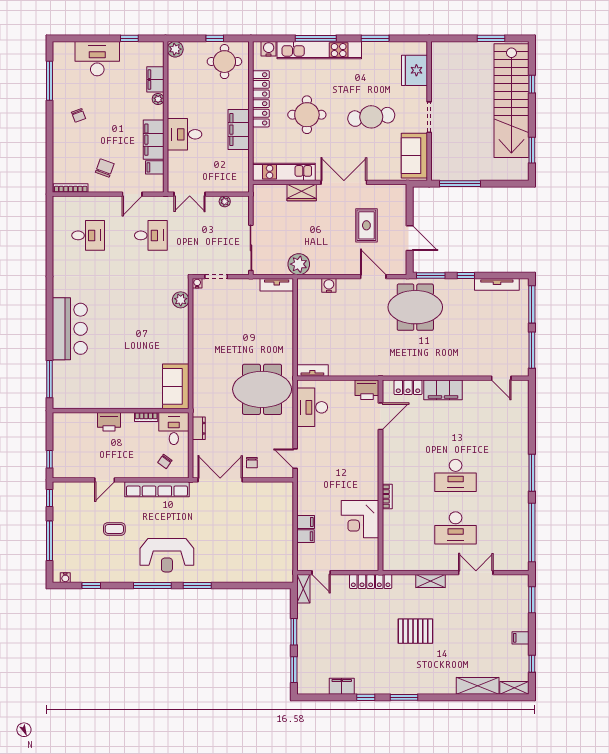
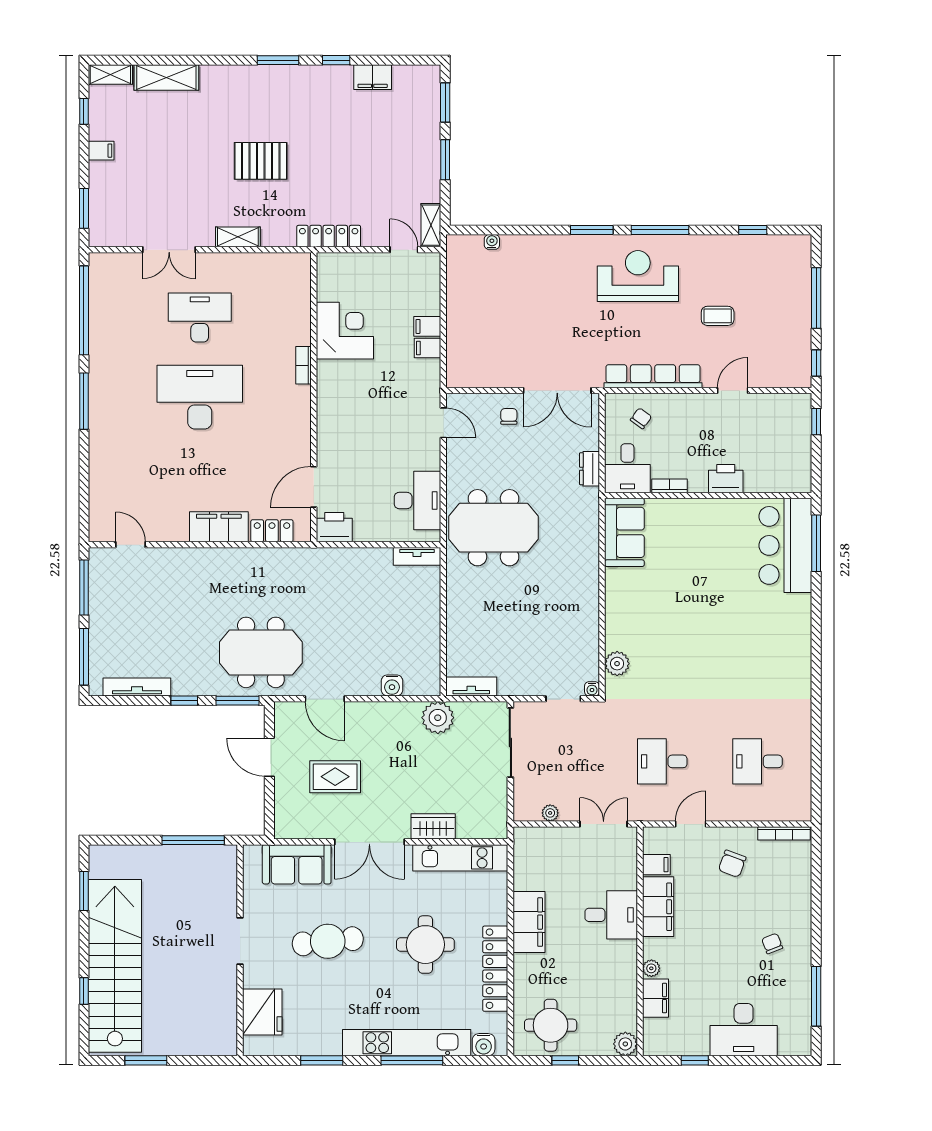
sofa: (414, 156) -> (297, 864), moved, turned 90
rug: (366, 225) -> (335, 777), turned 90
bar counter: (70, 329) -> (785, 545), moved
desk: (456, 475) -> (200, 397), width x1.36, depth x1.30
filing cabinet: (305, 536) -> (428, 348), moved
water cooler: (65, 578) -> (492, 242), moved

